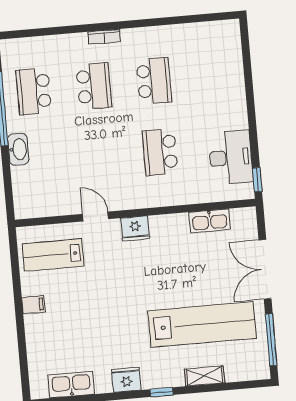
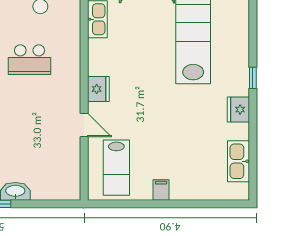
door: (95, 216) -> (84, 125), swing flipped
shelving: (204, 376) -> (241, 37), removed

